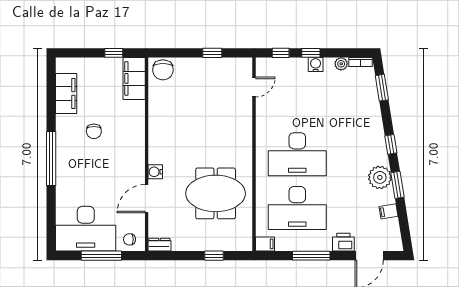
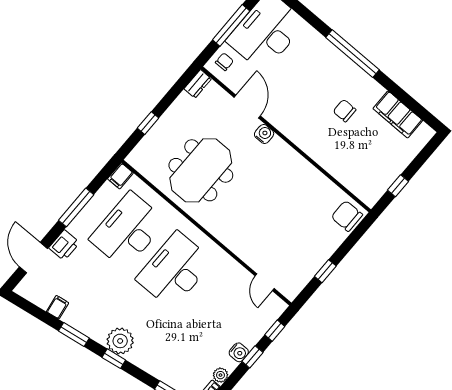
filing cabinet: (134, 78) -> (361, 185), removed
plant: (380, 177) -> (120, 341), moved

